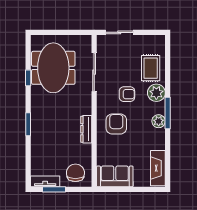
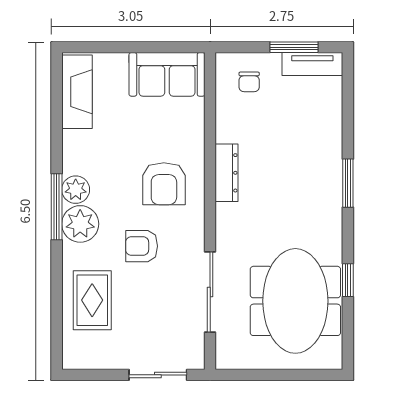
plant: (156, 93) -> (80, 224), moved
chair: (75, 173) -> (249, 82), width x0.54, depth x0.54

